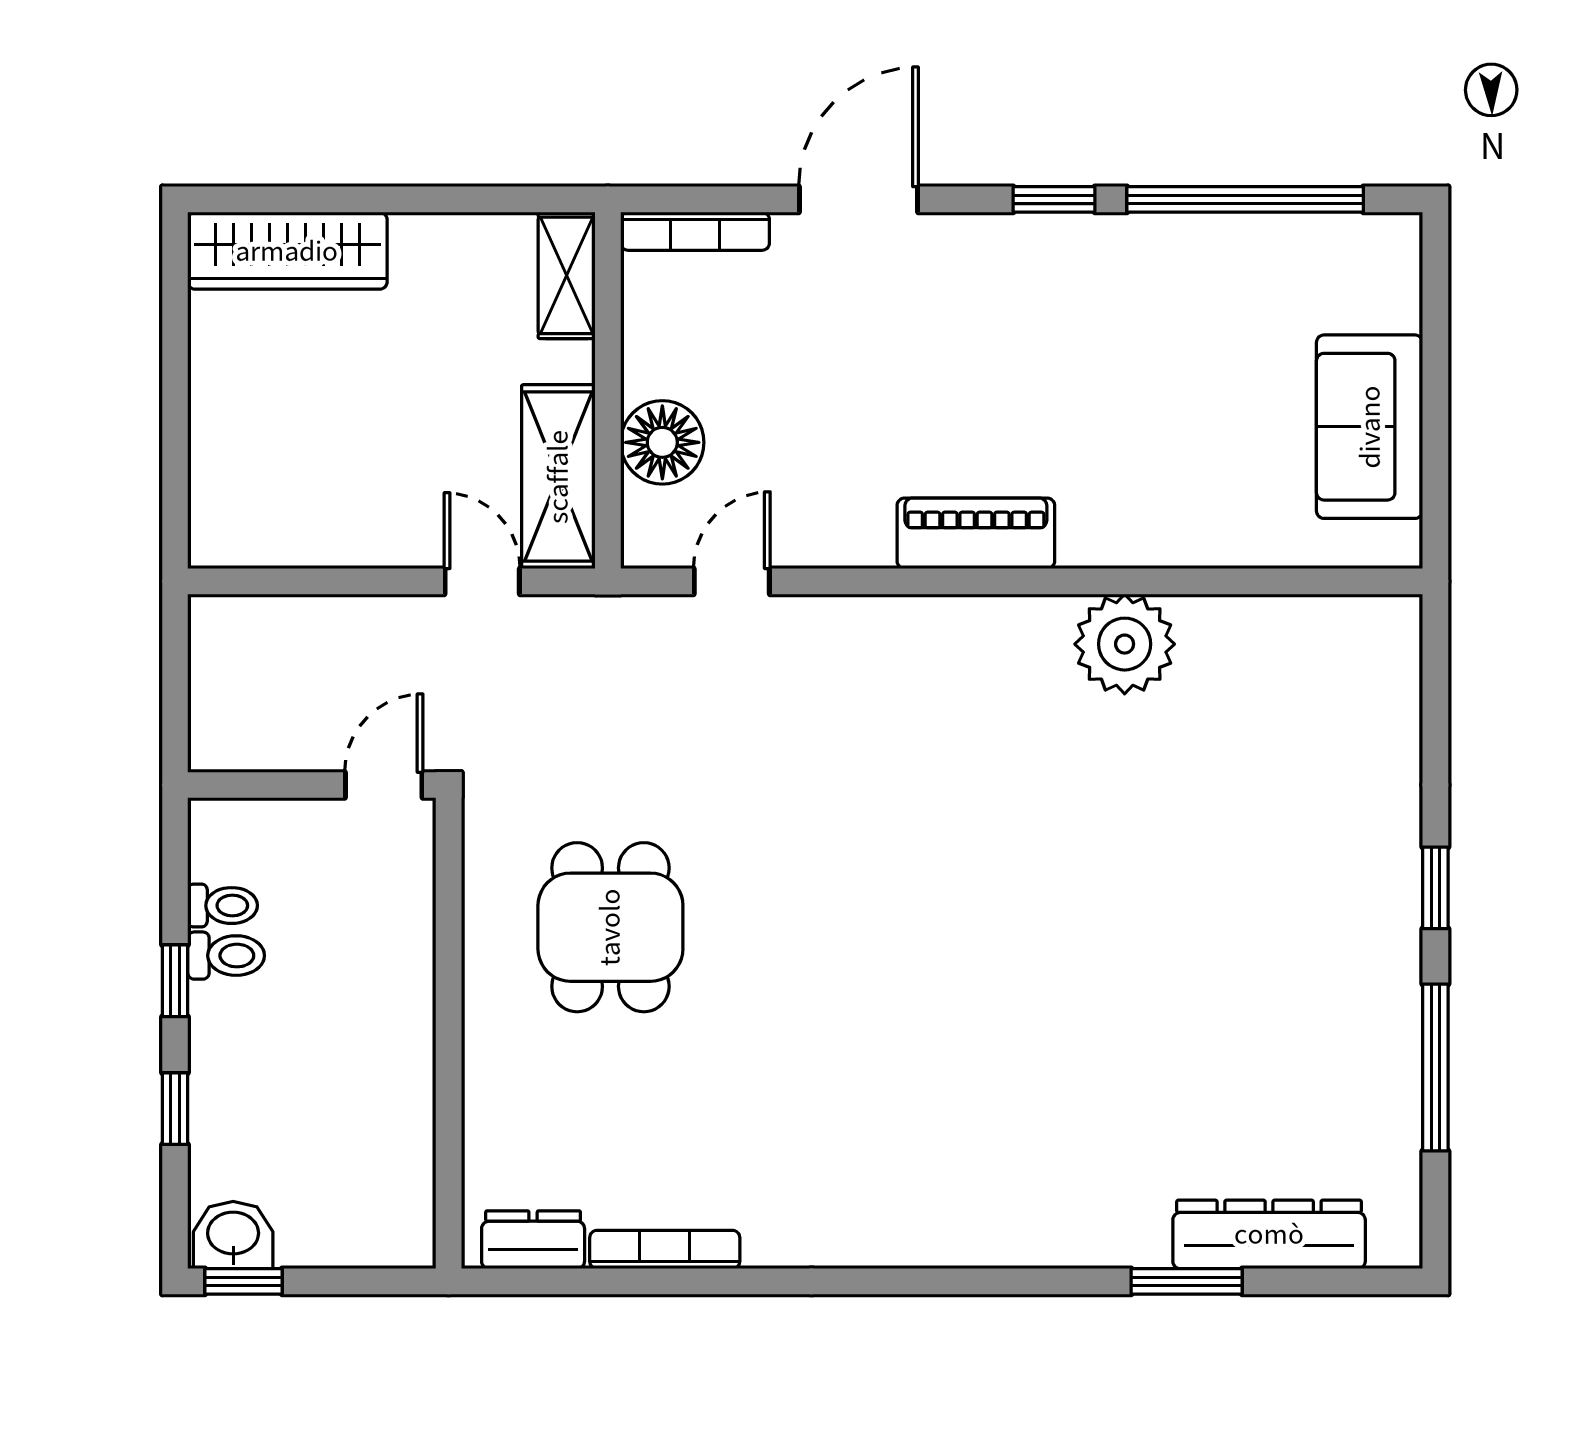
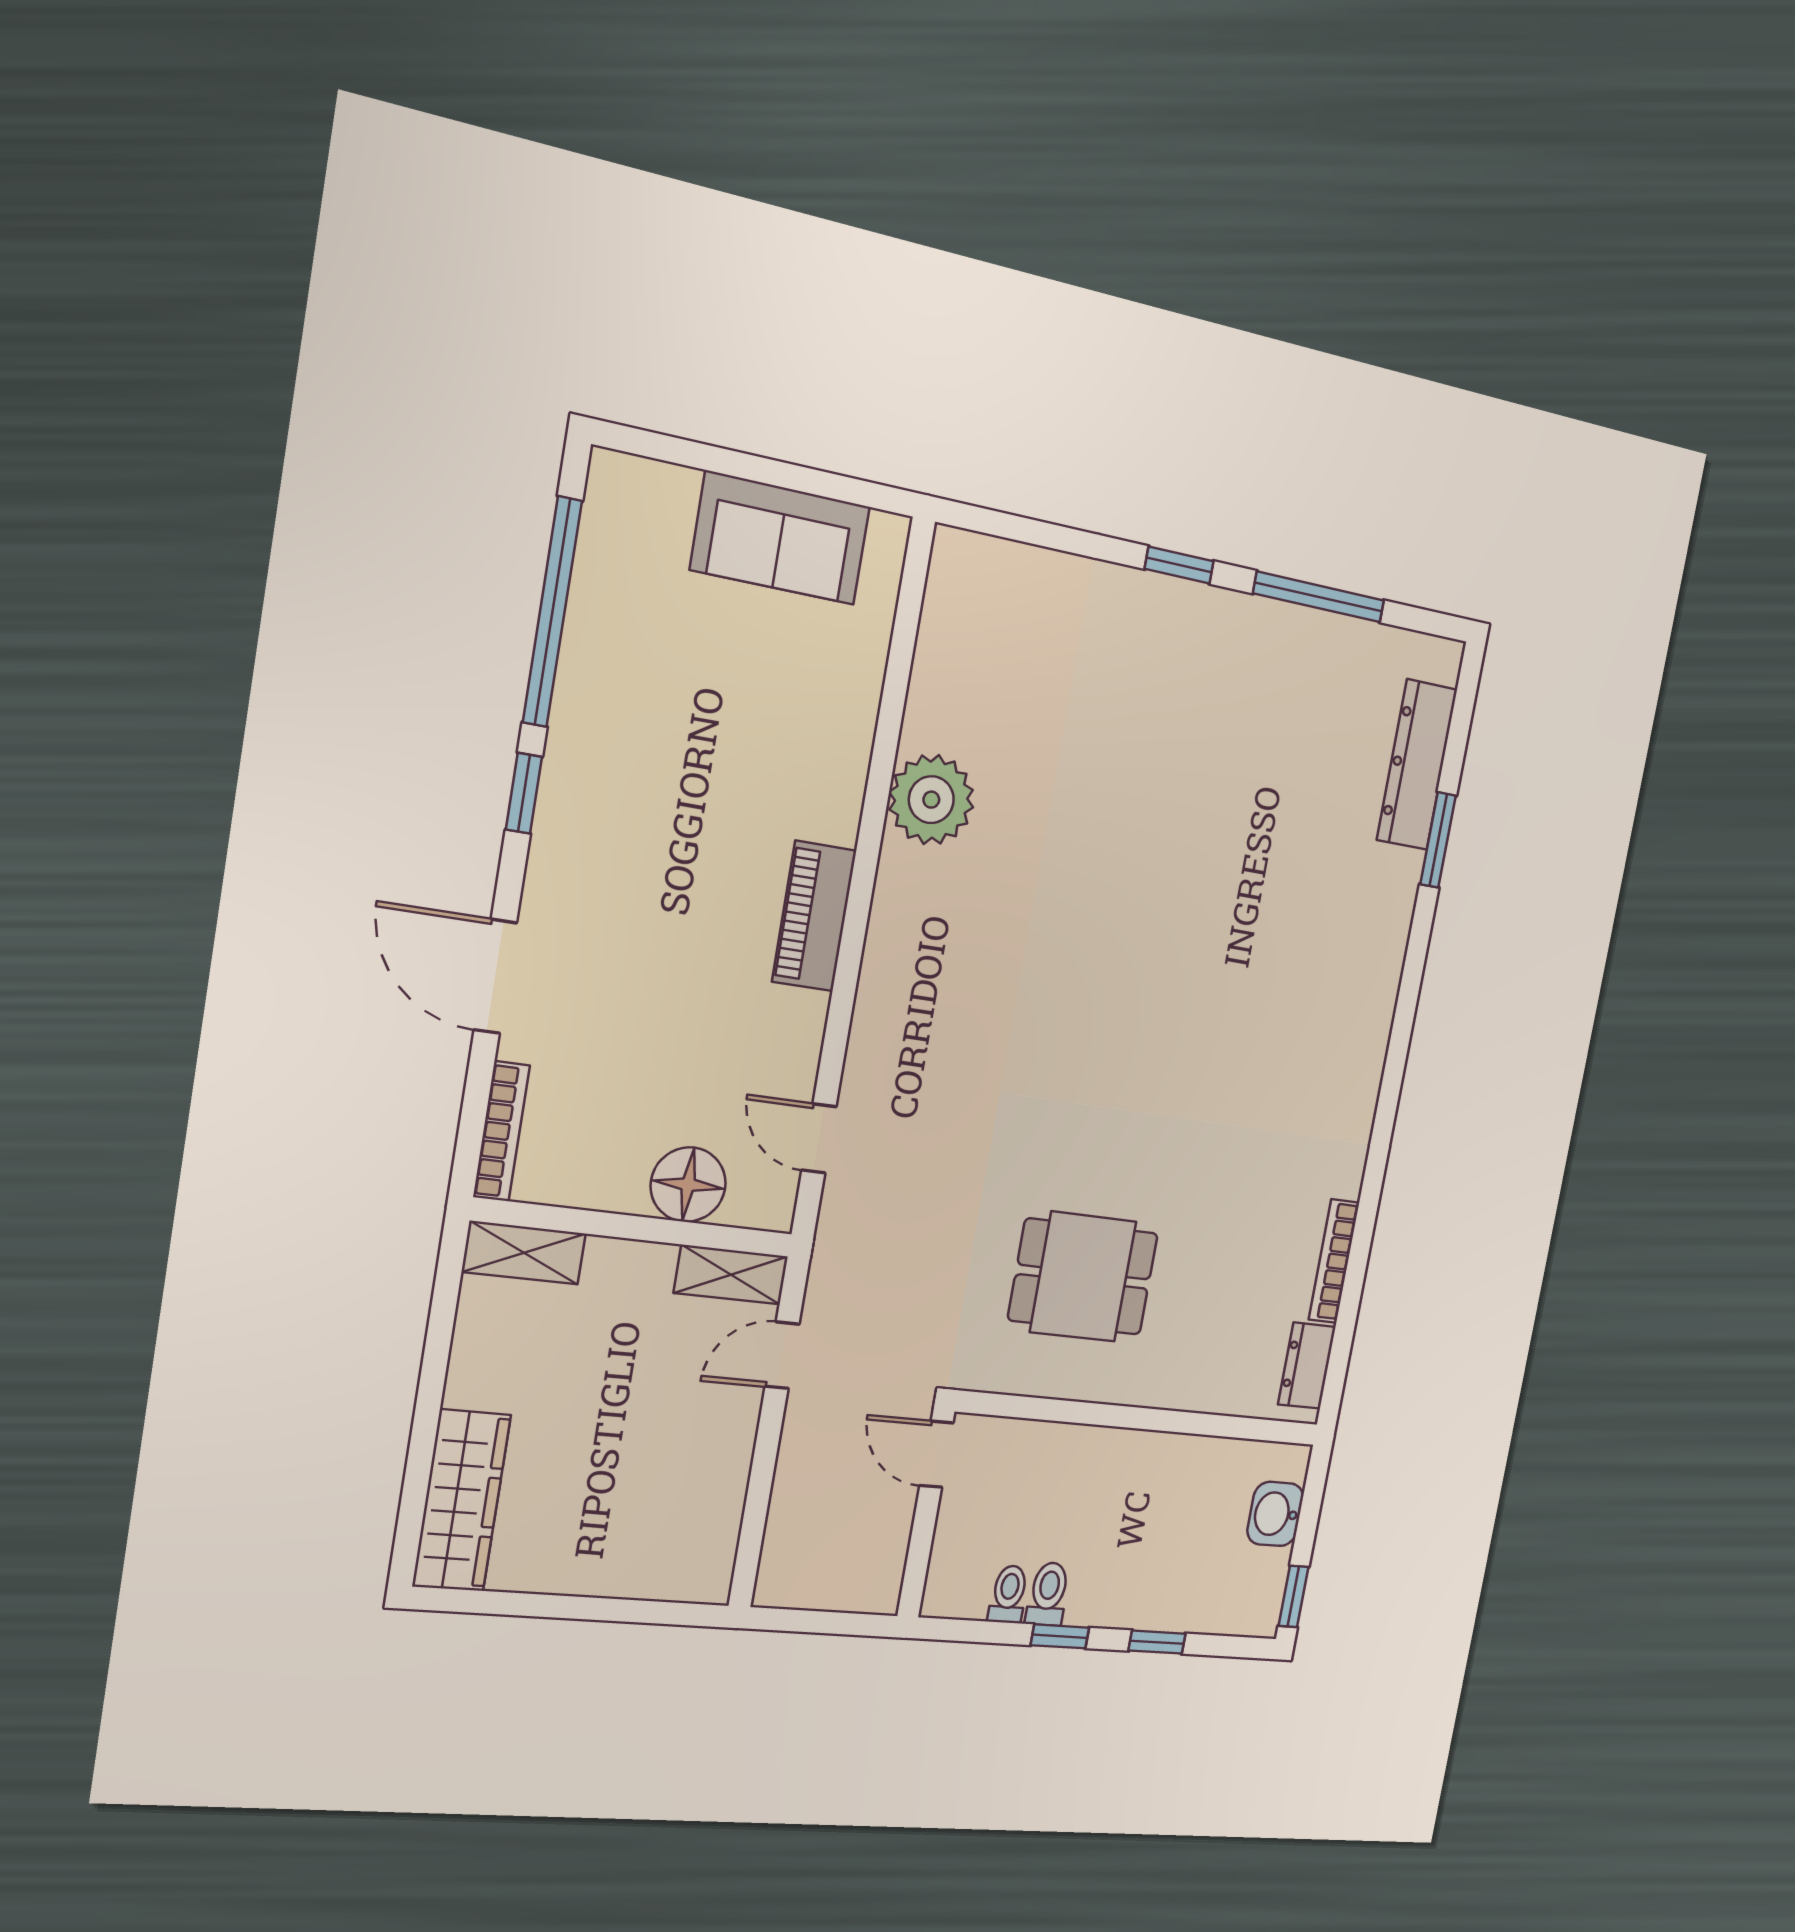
shelving: (558, 477) -> (731, 1275), width x0.67, depth x0.75
washbasin: (233, 1235) -> (1275, 1514), moved

